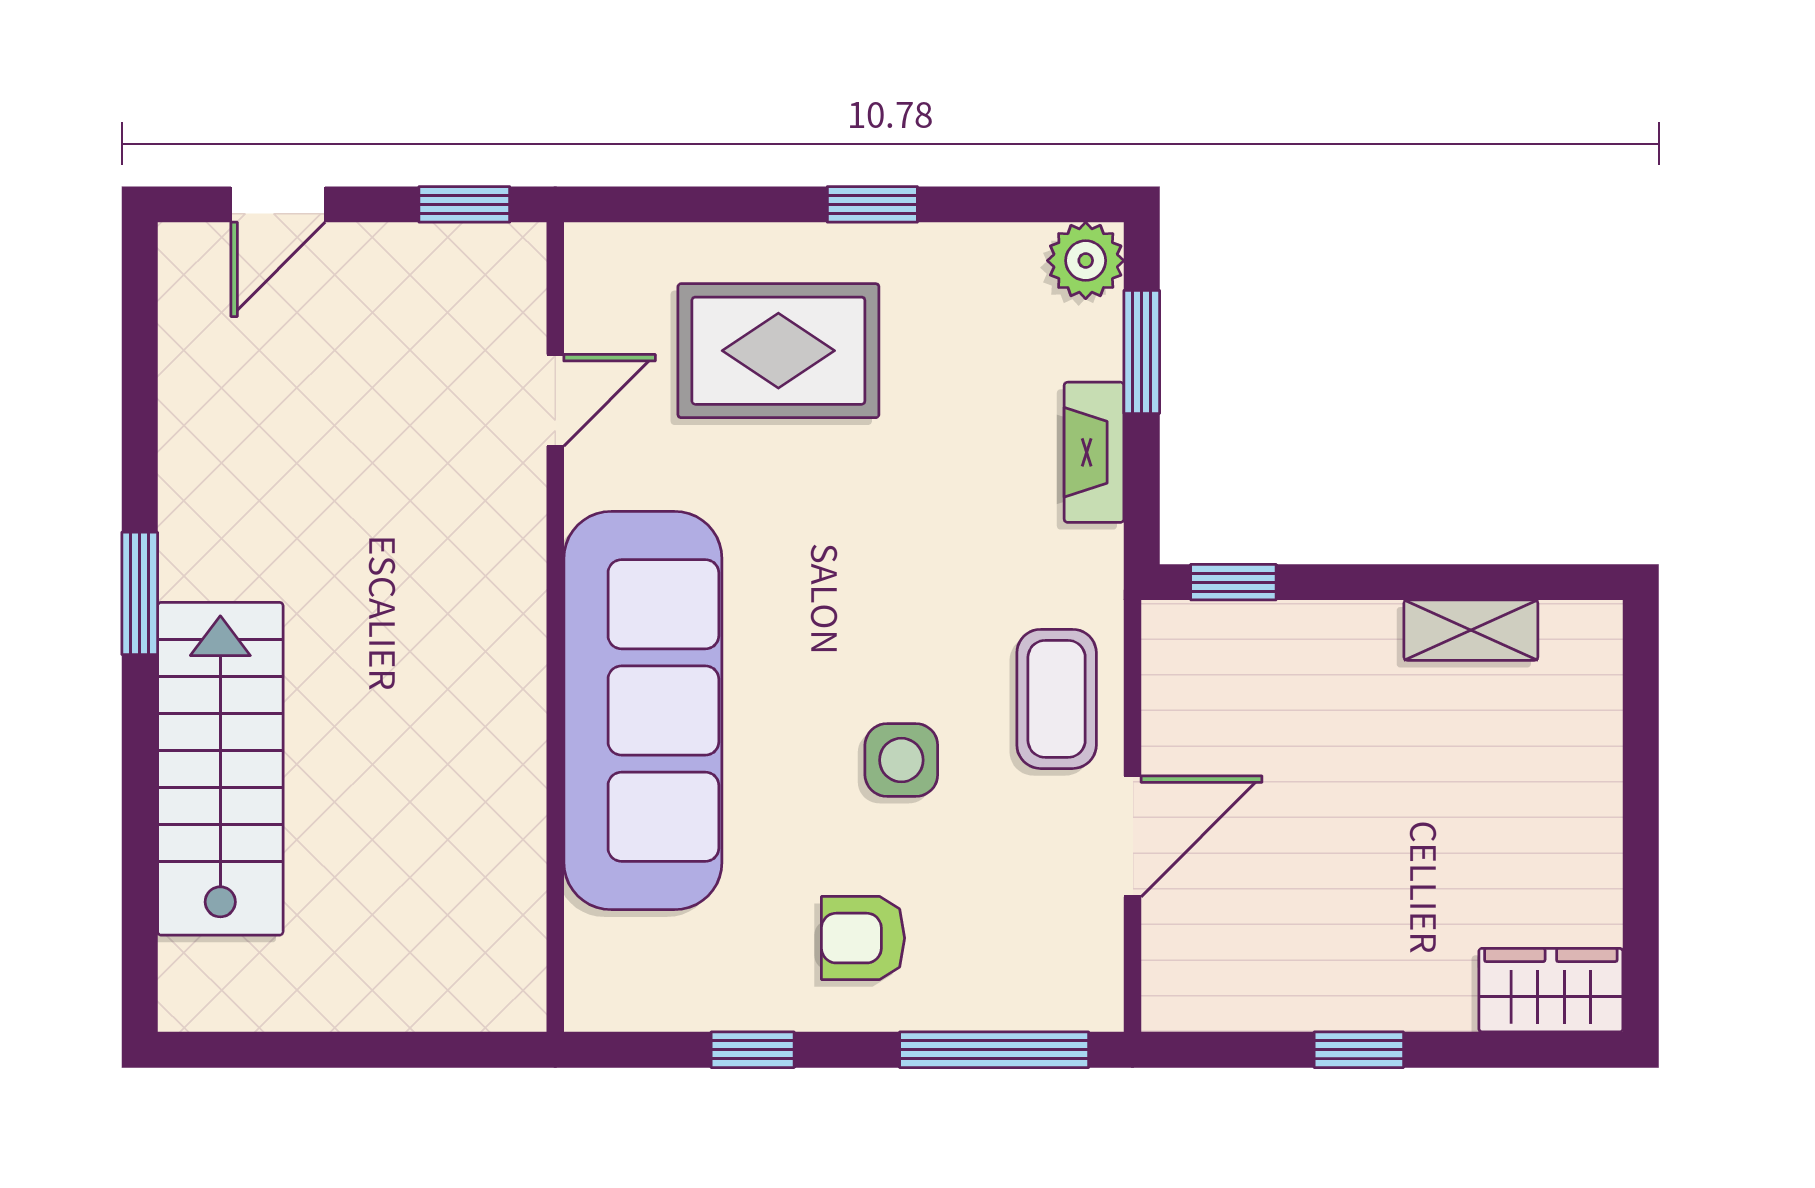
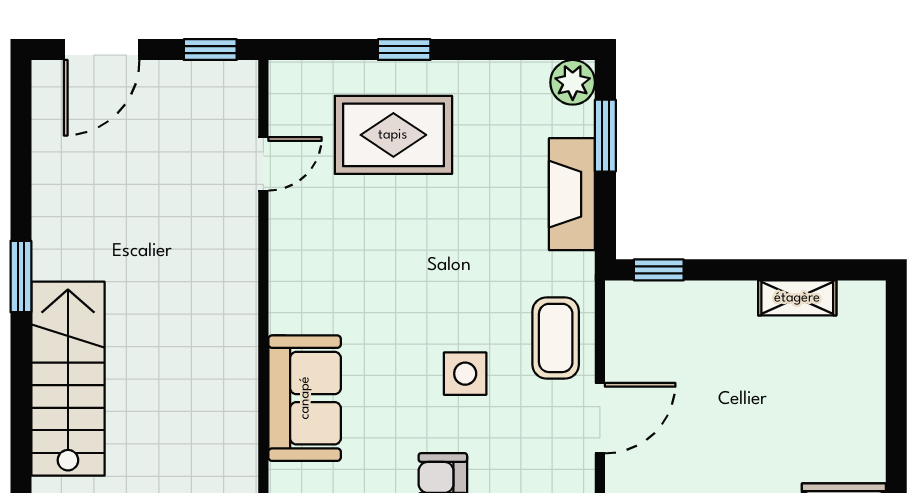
door: (278, 204) -> (102, 50), width x1.38
window: (872, 204) -> (404, 50), moved
fireplace: (1094, 452) -> (572, 194), width x1.37, depth x1.32
sofa: (643, 711) -> (305, 398), width x0.54, depth x0.79

